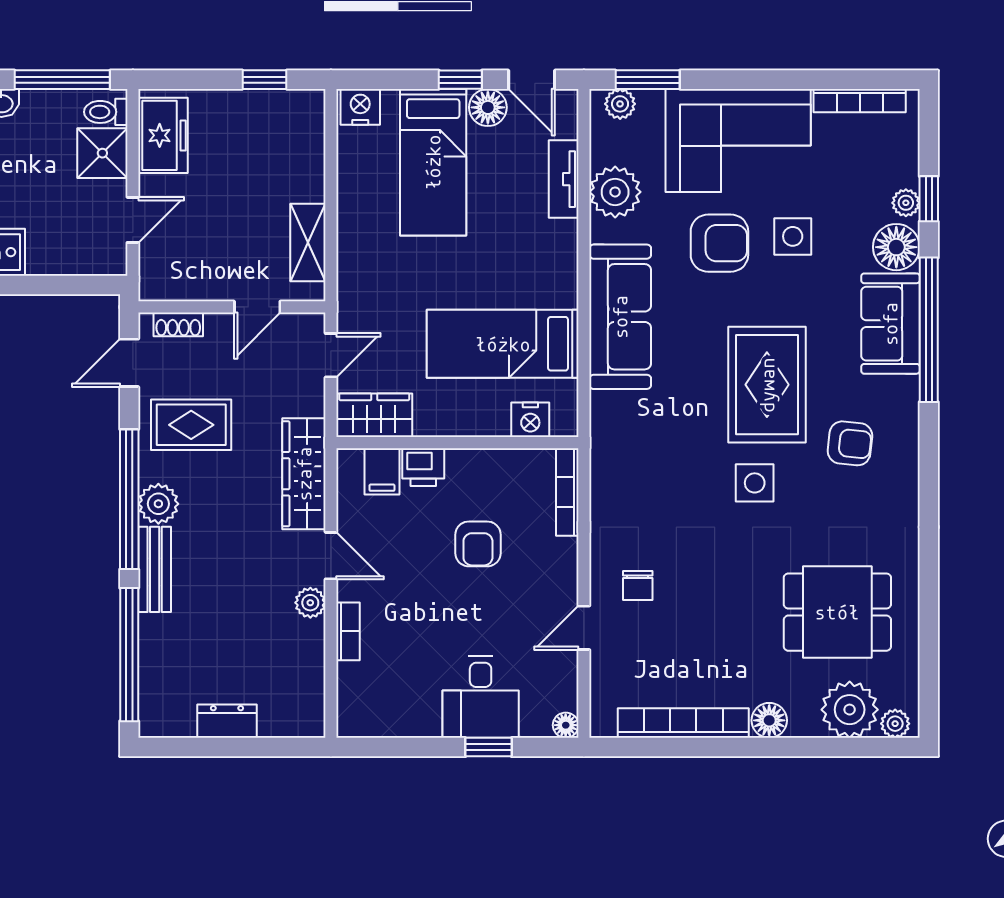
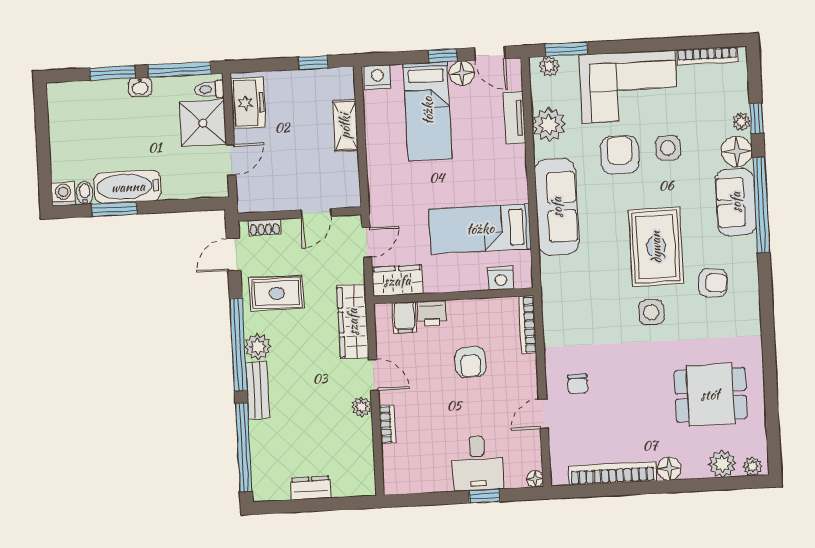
shower: (102, 153) -> (203, 123), width x1.36, depth x1.36
shelving: (308, 242) -> (345, 126), moved
armchair: (719, 243) -> (620, 155), turned -90
plant: (850, 710) -> (722, 464), width x0.73, depth x0.73

